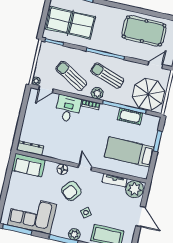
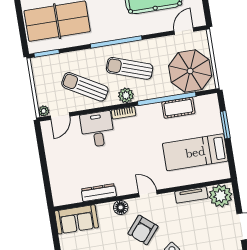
dresser: (30, 148) -> (99, 193), moved

